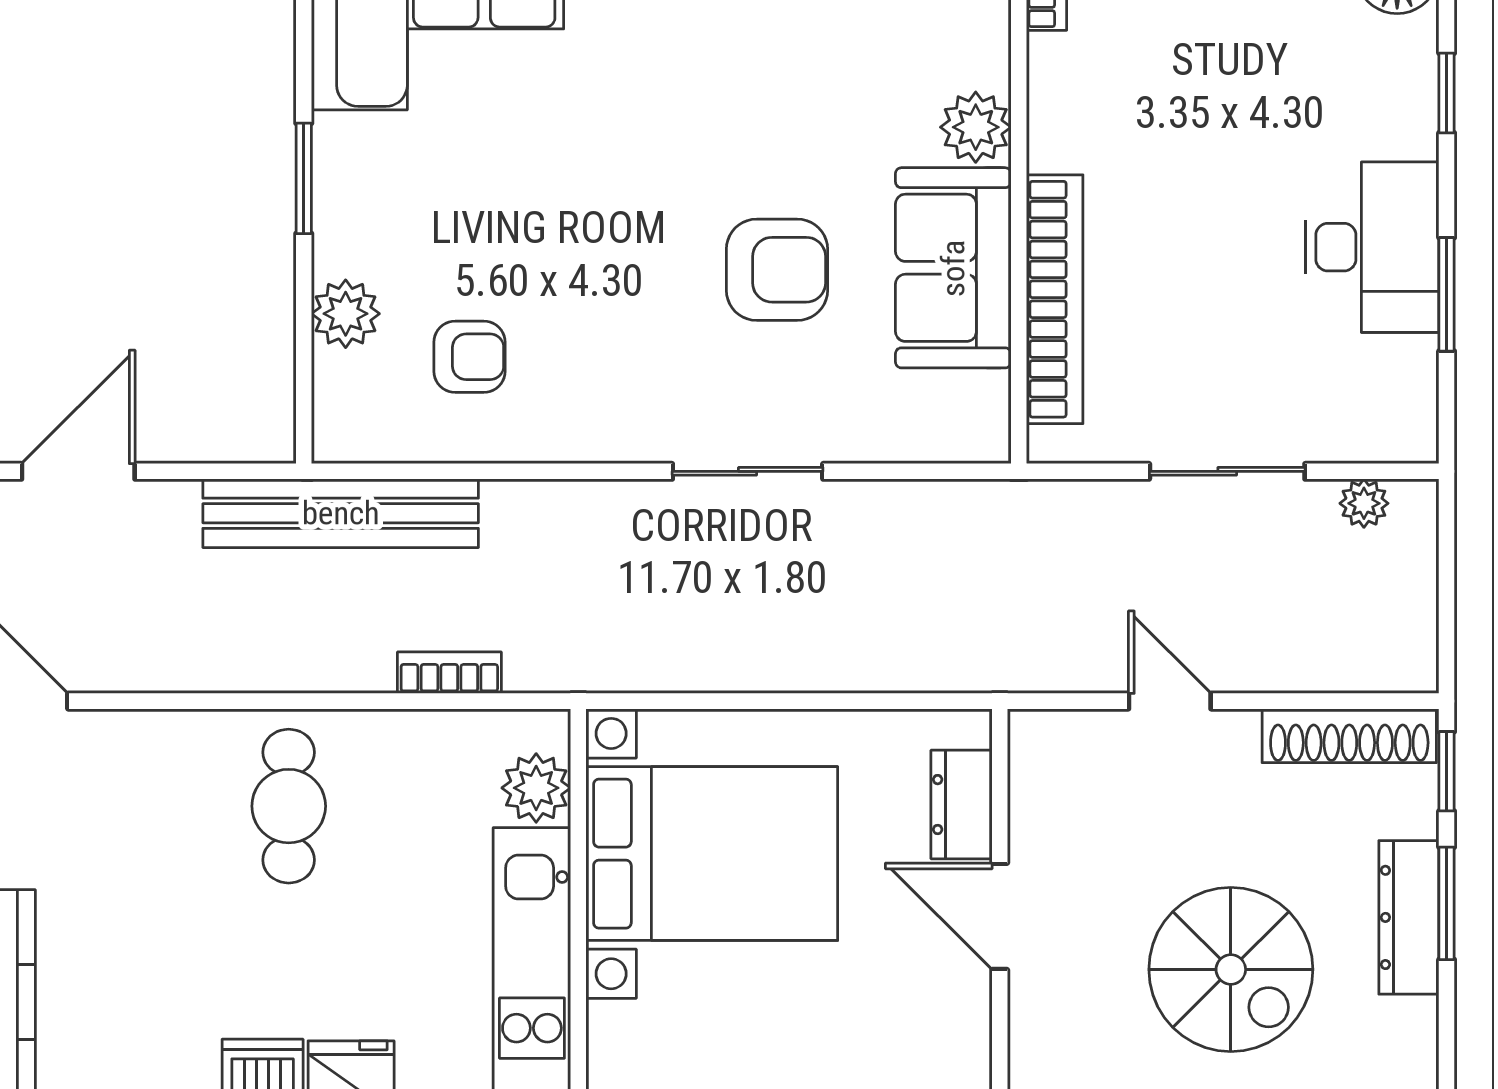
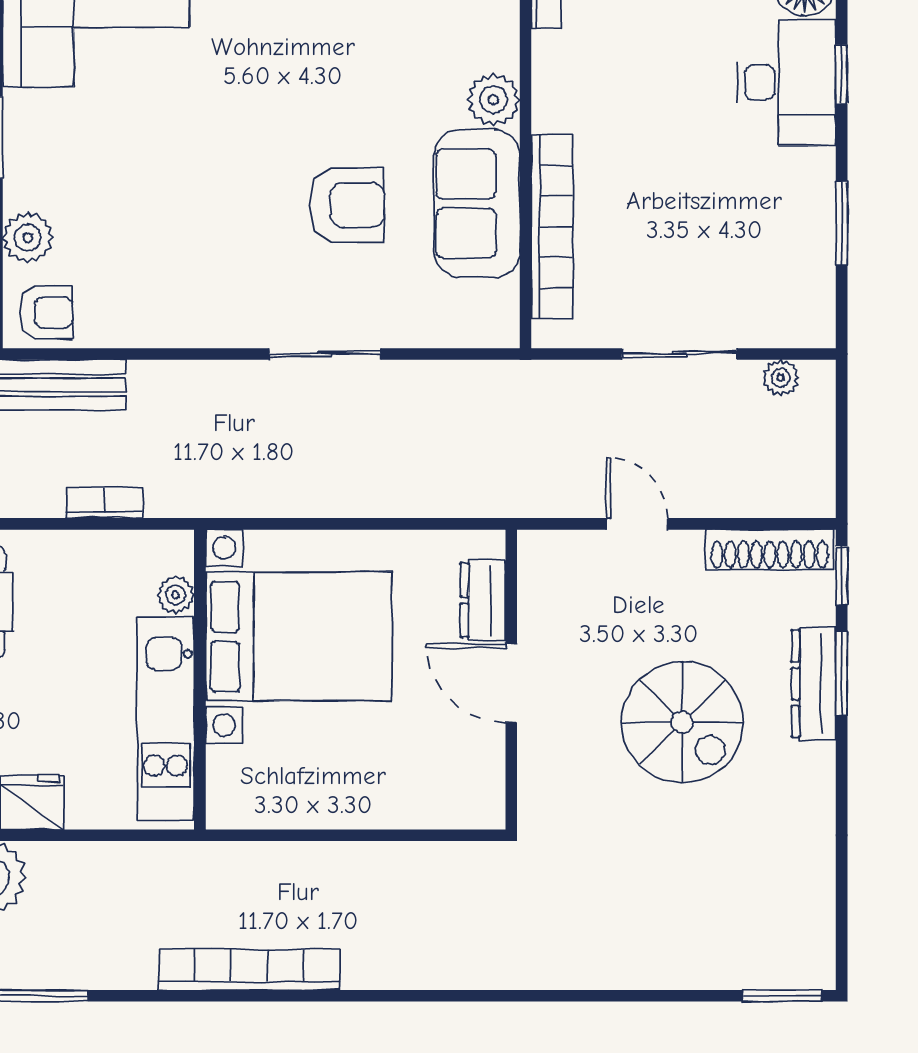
desk: (1372, 247) -> (787, 82), moved
armchair: (469, 357) -> (46, 313), moved
plant: (536, 788) -> (176, 595), width x0.73, depth x0.73

